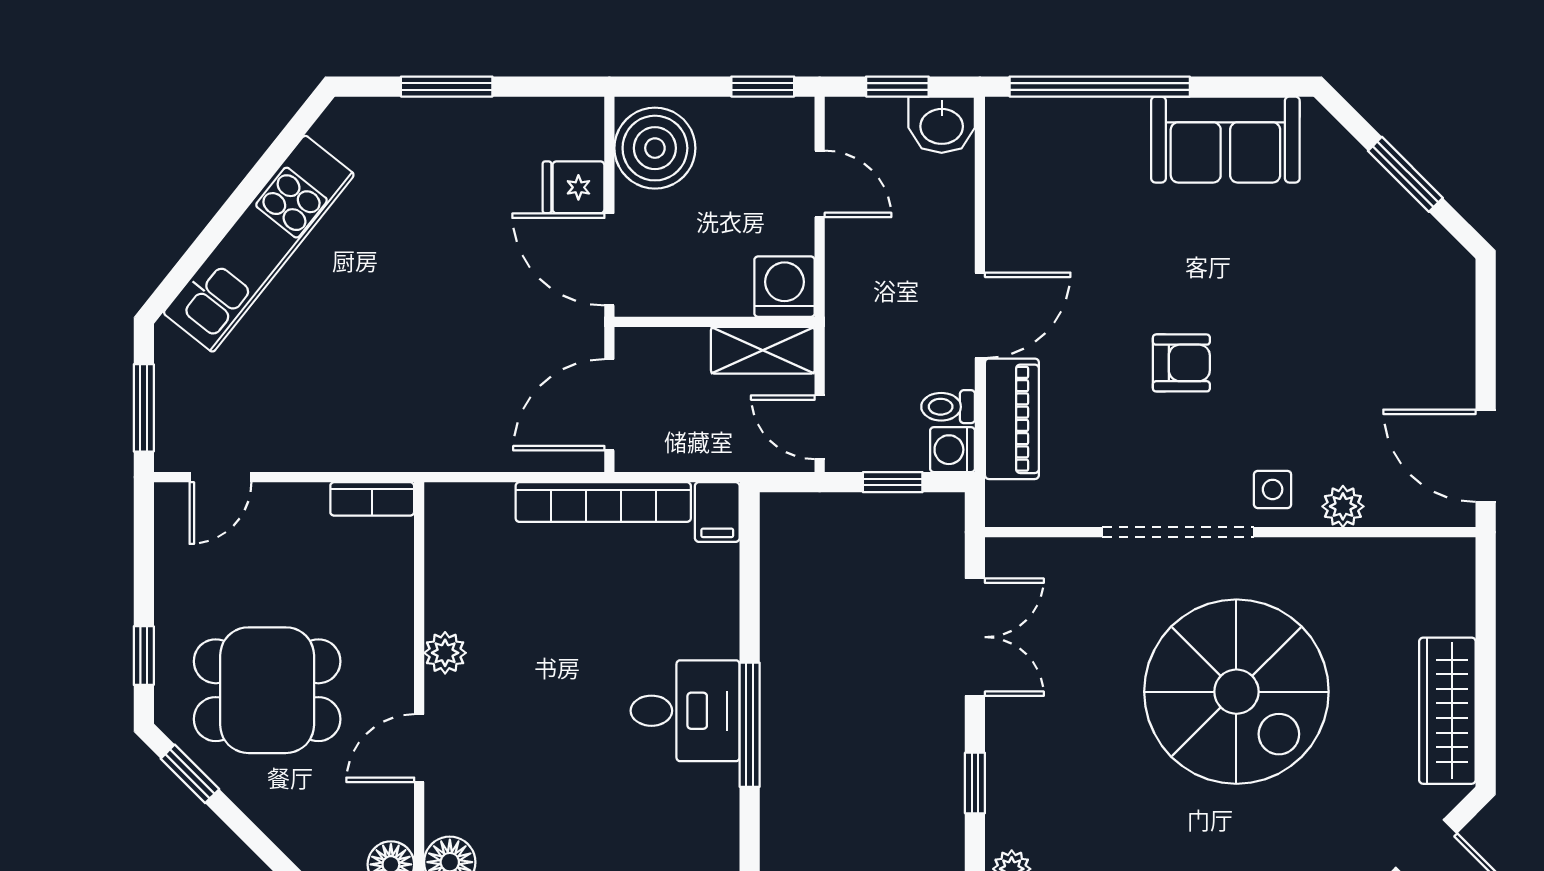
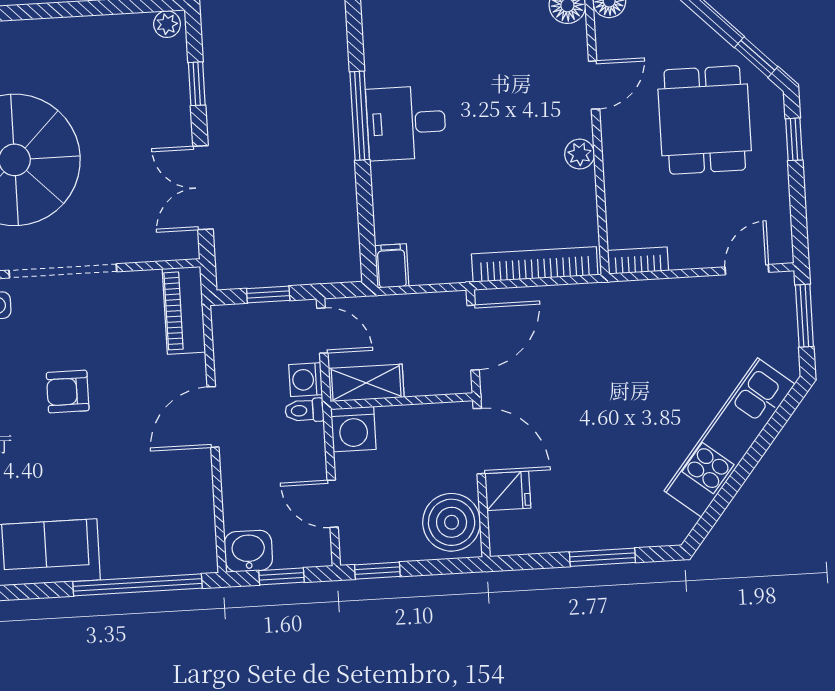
toilet: (948, 407) -> (304, 410), moved, turned 180
piano: (1012, 419) -> (184, 310), moved
washing machine: (952, 450) -> (306, 380), moved, turned 180
bookcase: (603, 502) -> (535, 264), moved
dining table: (267, 690) -> (705, 120), turned 90

